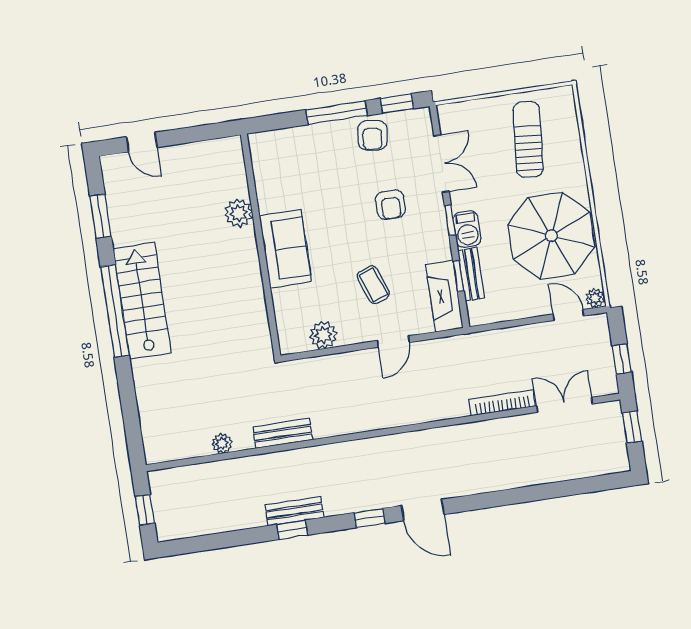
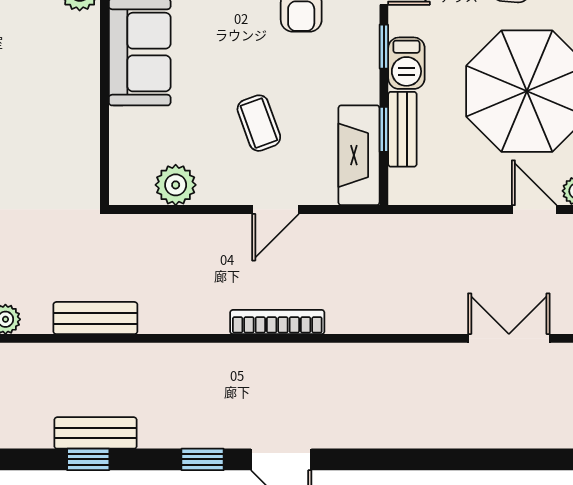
bookcase: (502, 403) -> (277, 322), moved

